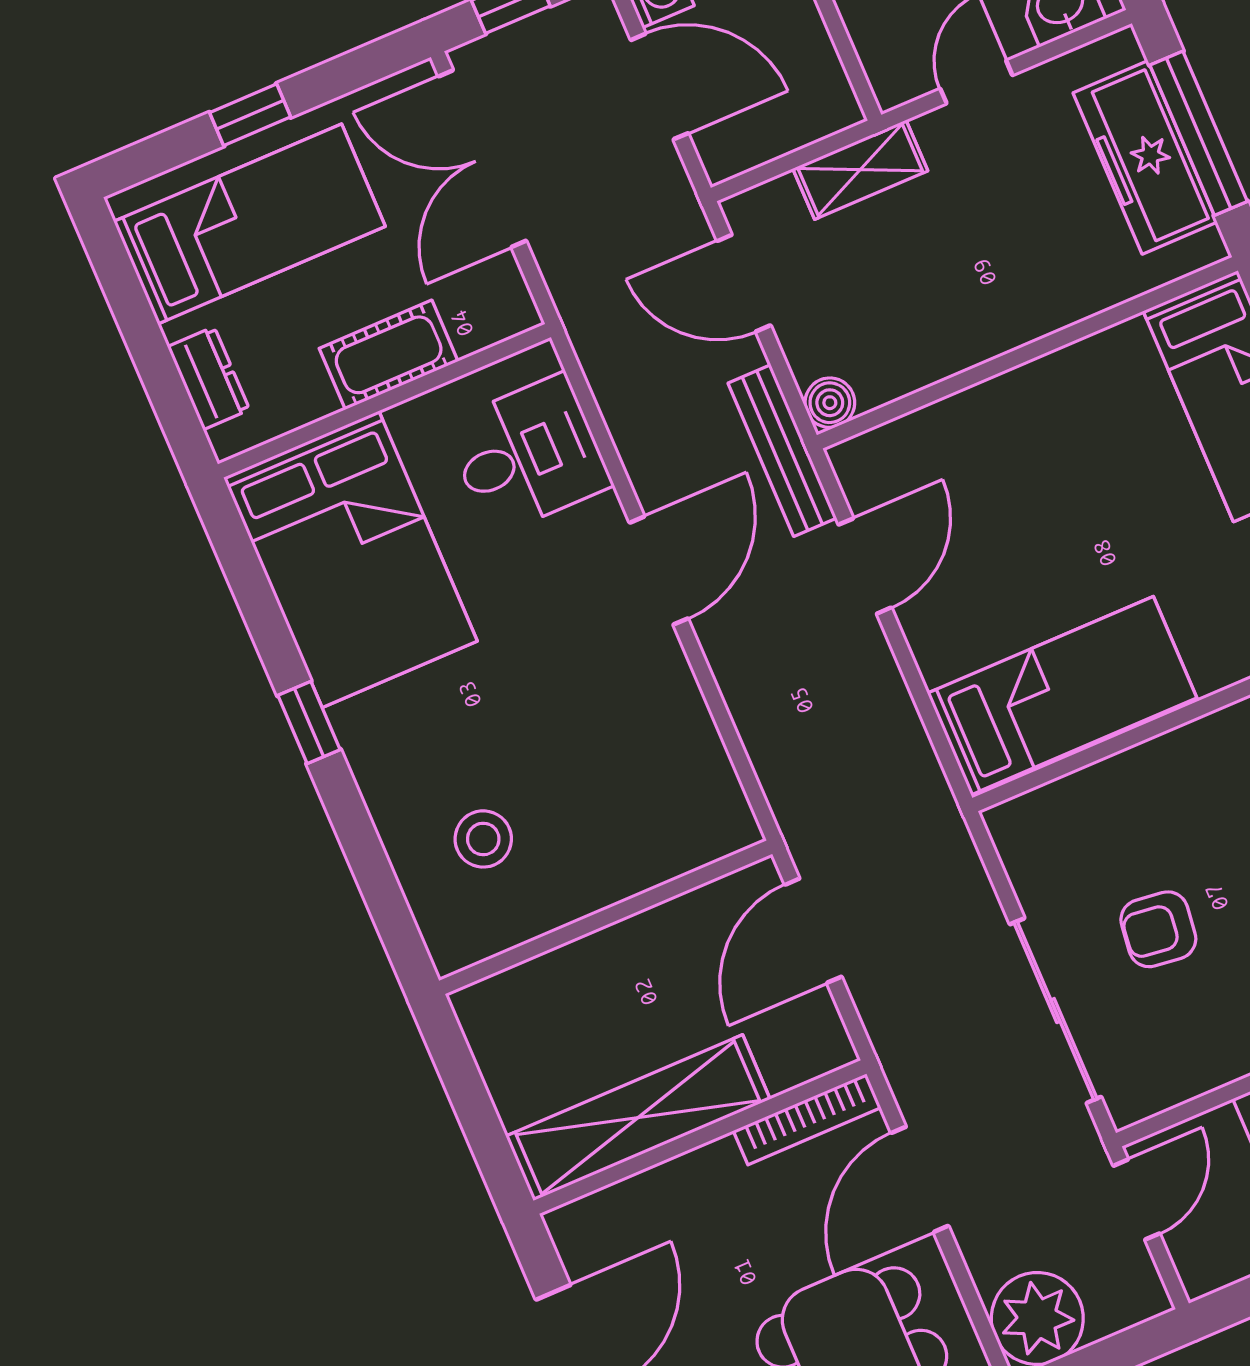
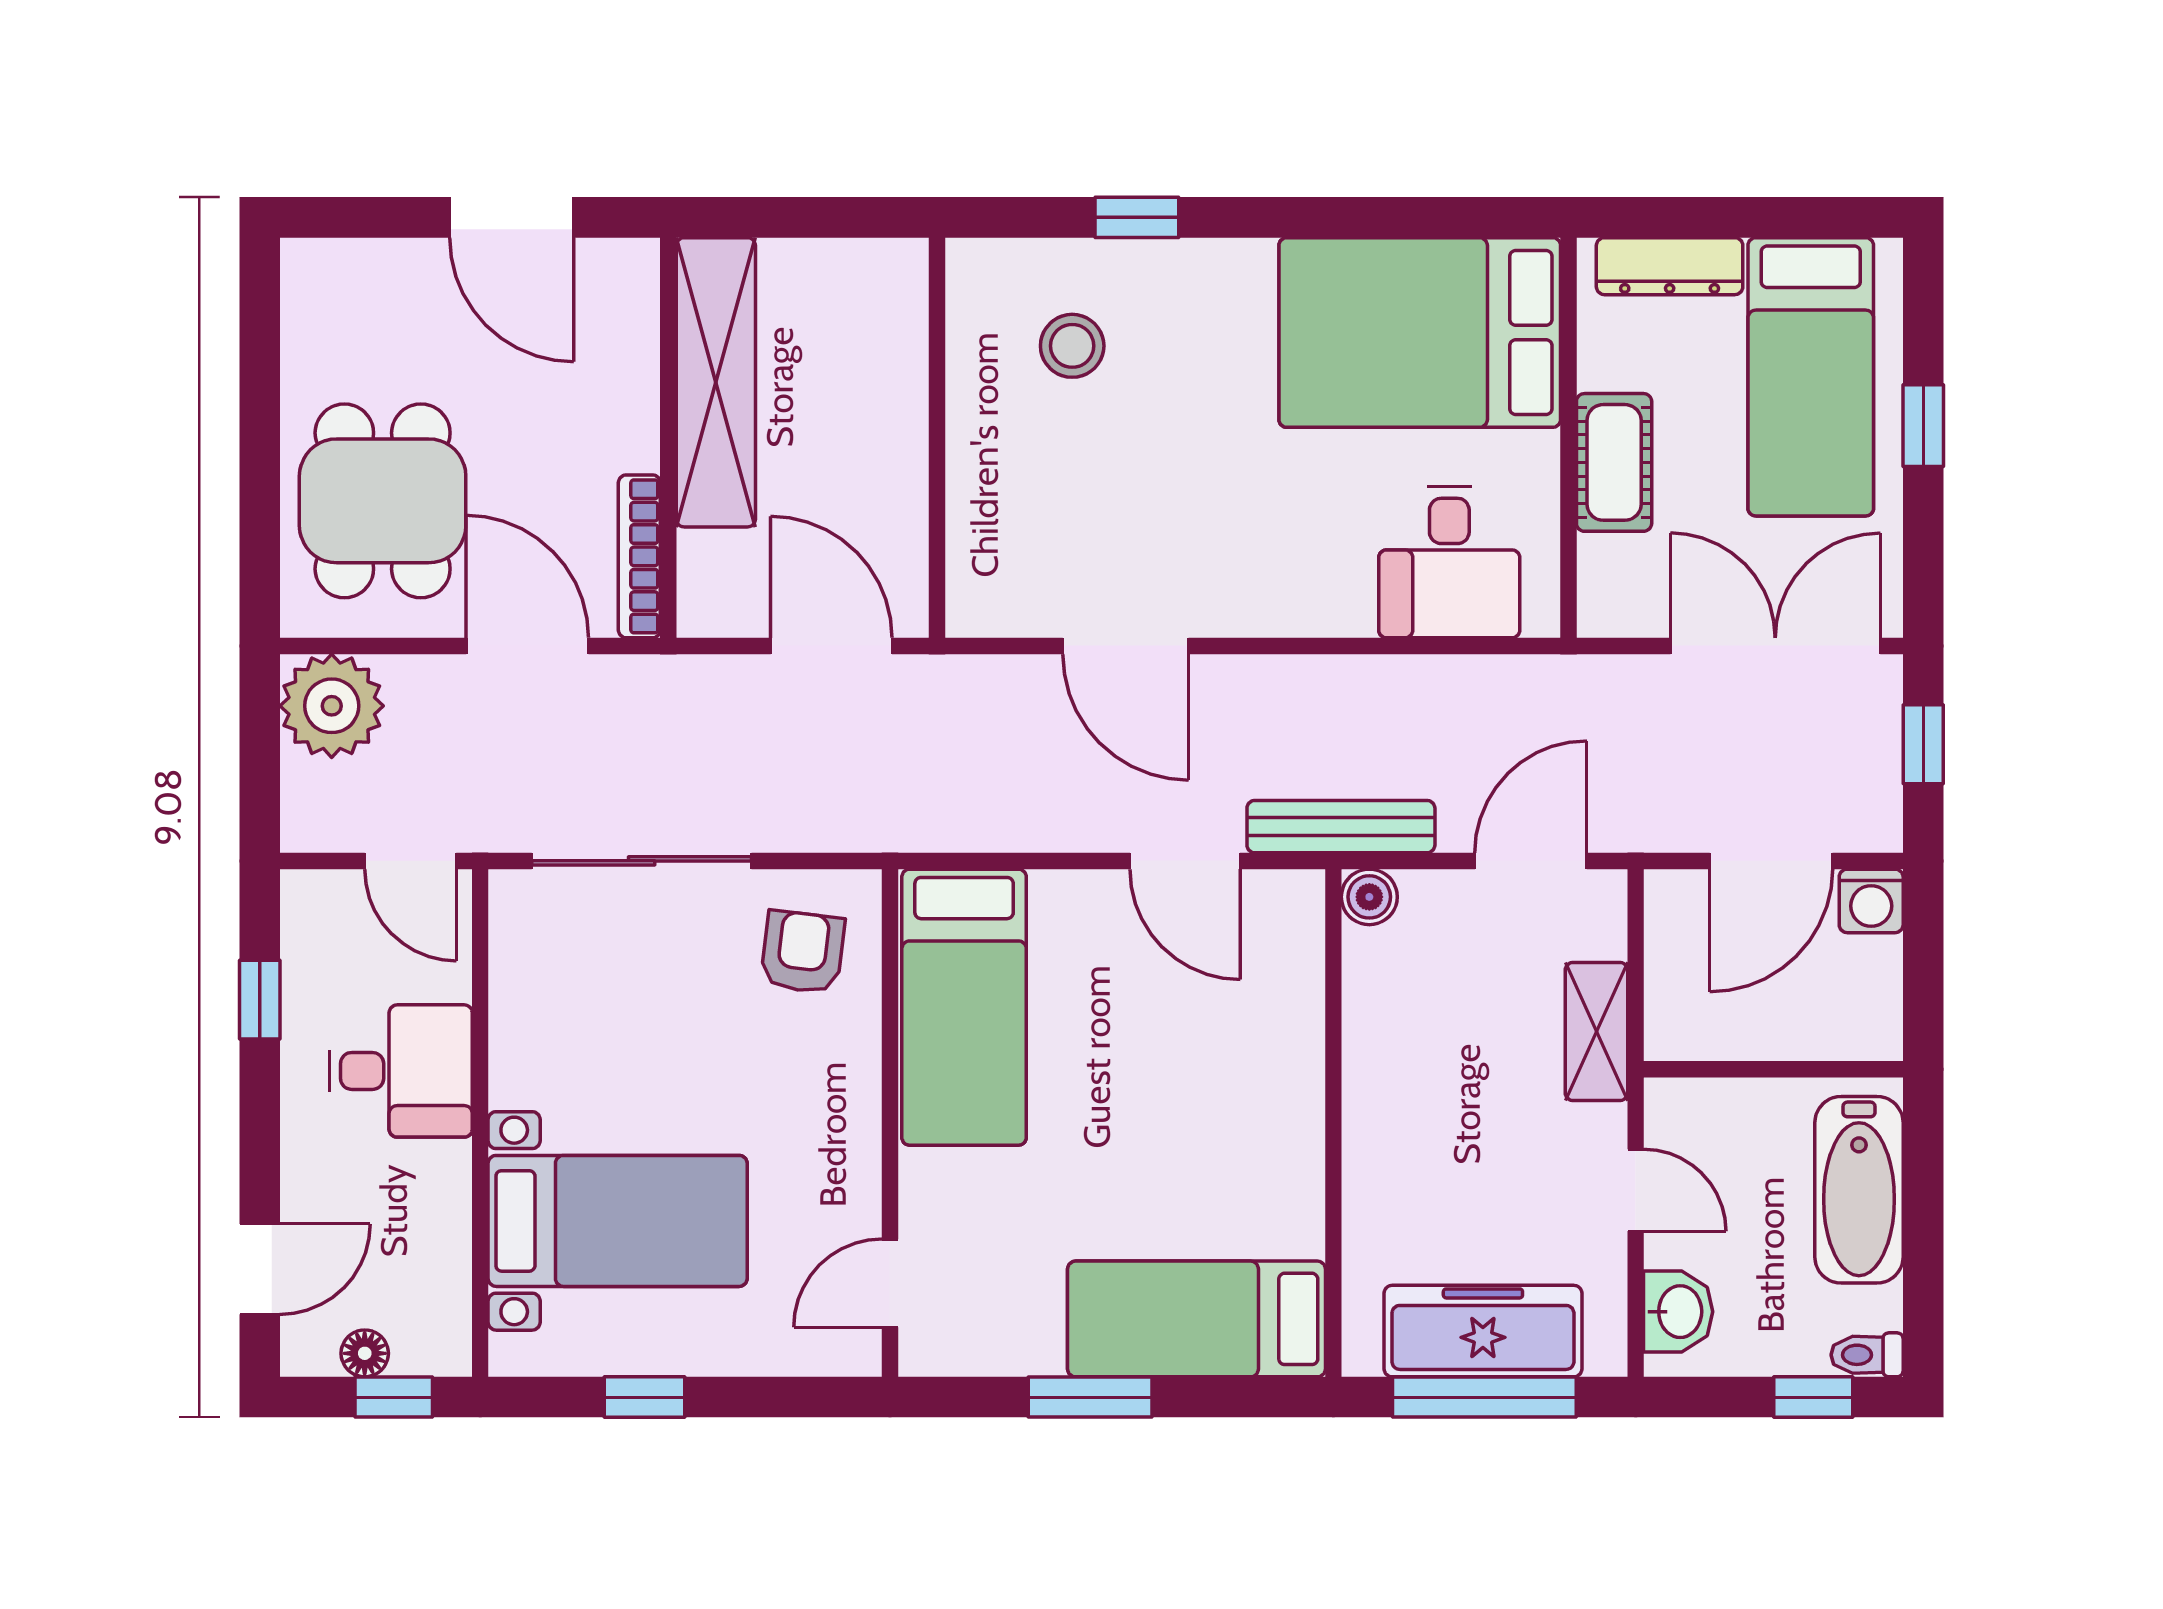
dresser: (209, 378) -> (1670, 266), width x1.44
door: (659, 571) -> (1126, 646), moved
window: (309, 723) -> (1137, 217), moved
armchair: (1158, 929) -> (803, 952), moved

